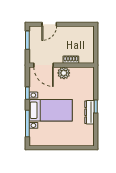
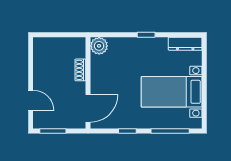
plant: (64, 73) -> (99, 46), moved
bed with nightstands: (51, 110) -> (172, 92), moved, turned -90
dresser: (89, 112) -> (185, 44), moved

